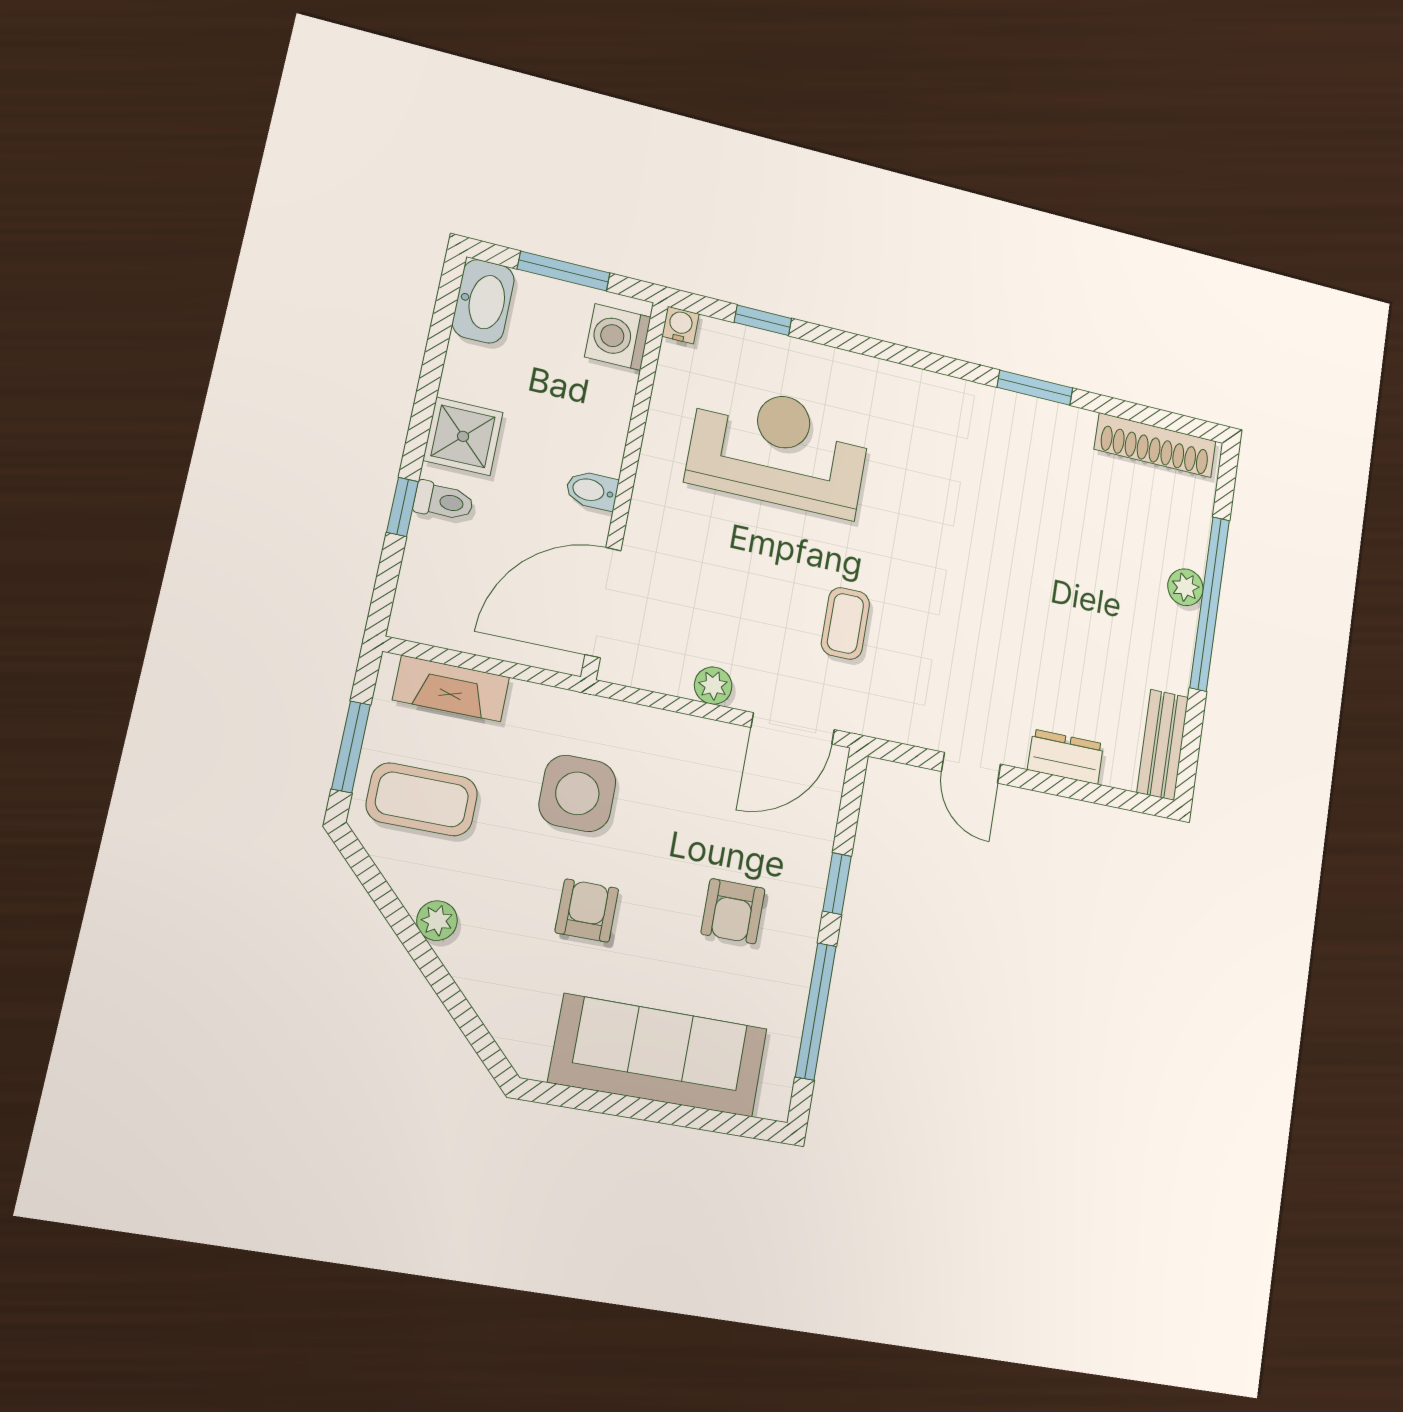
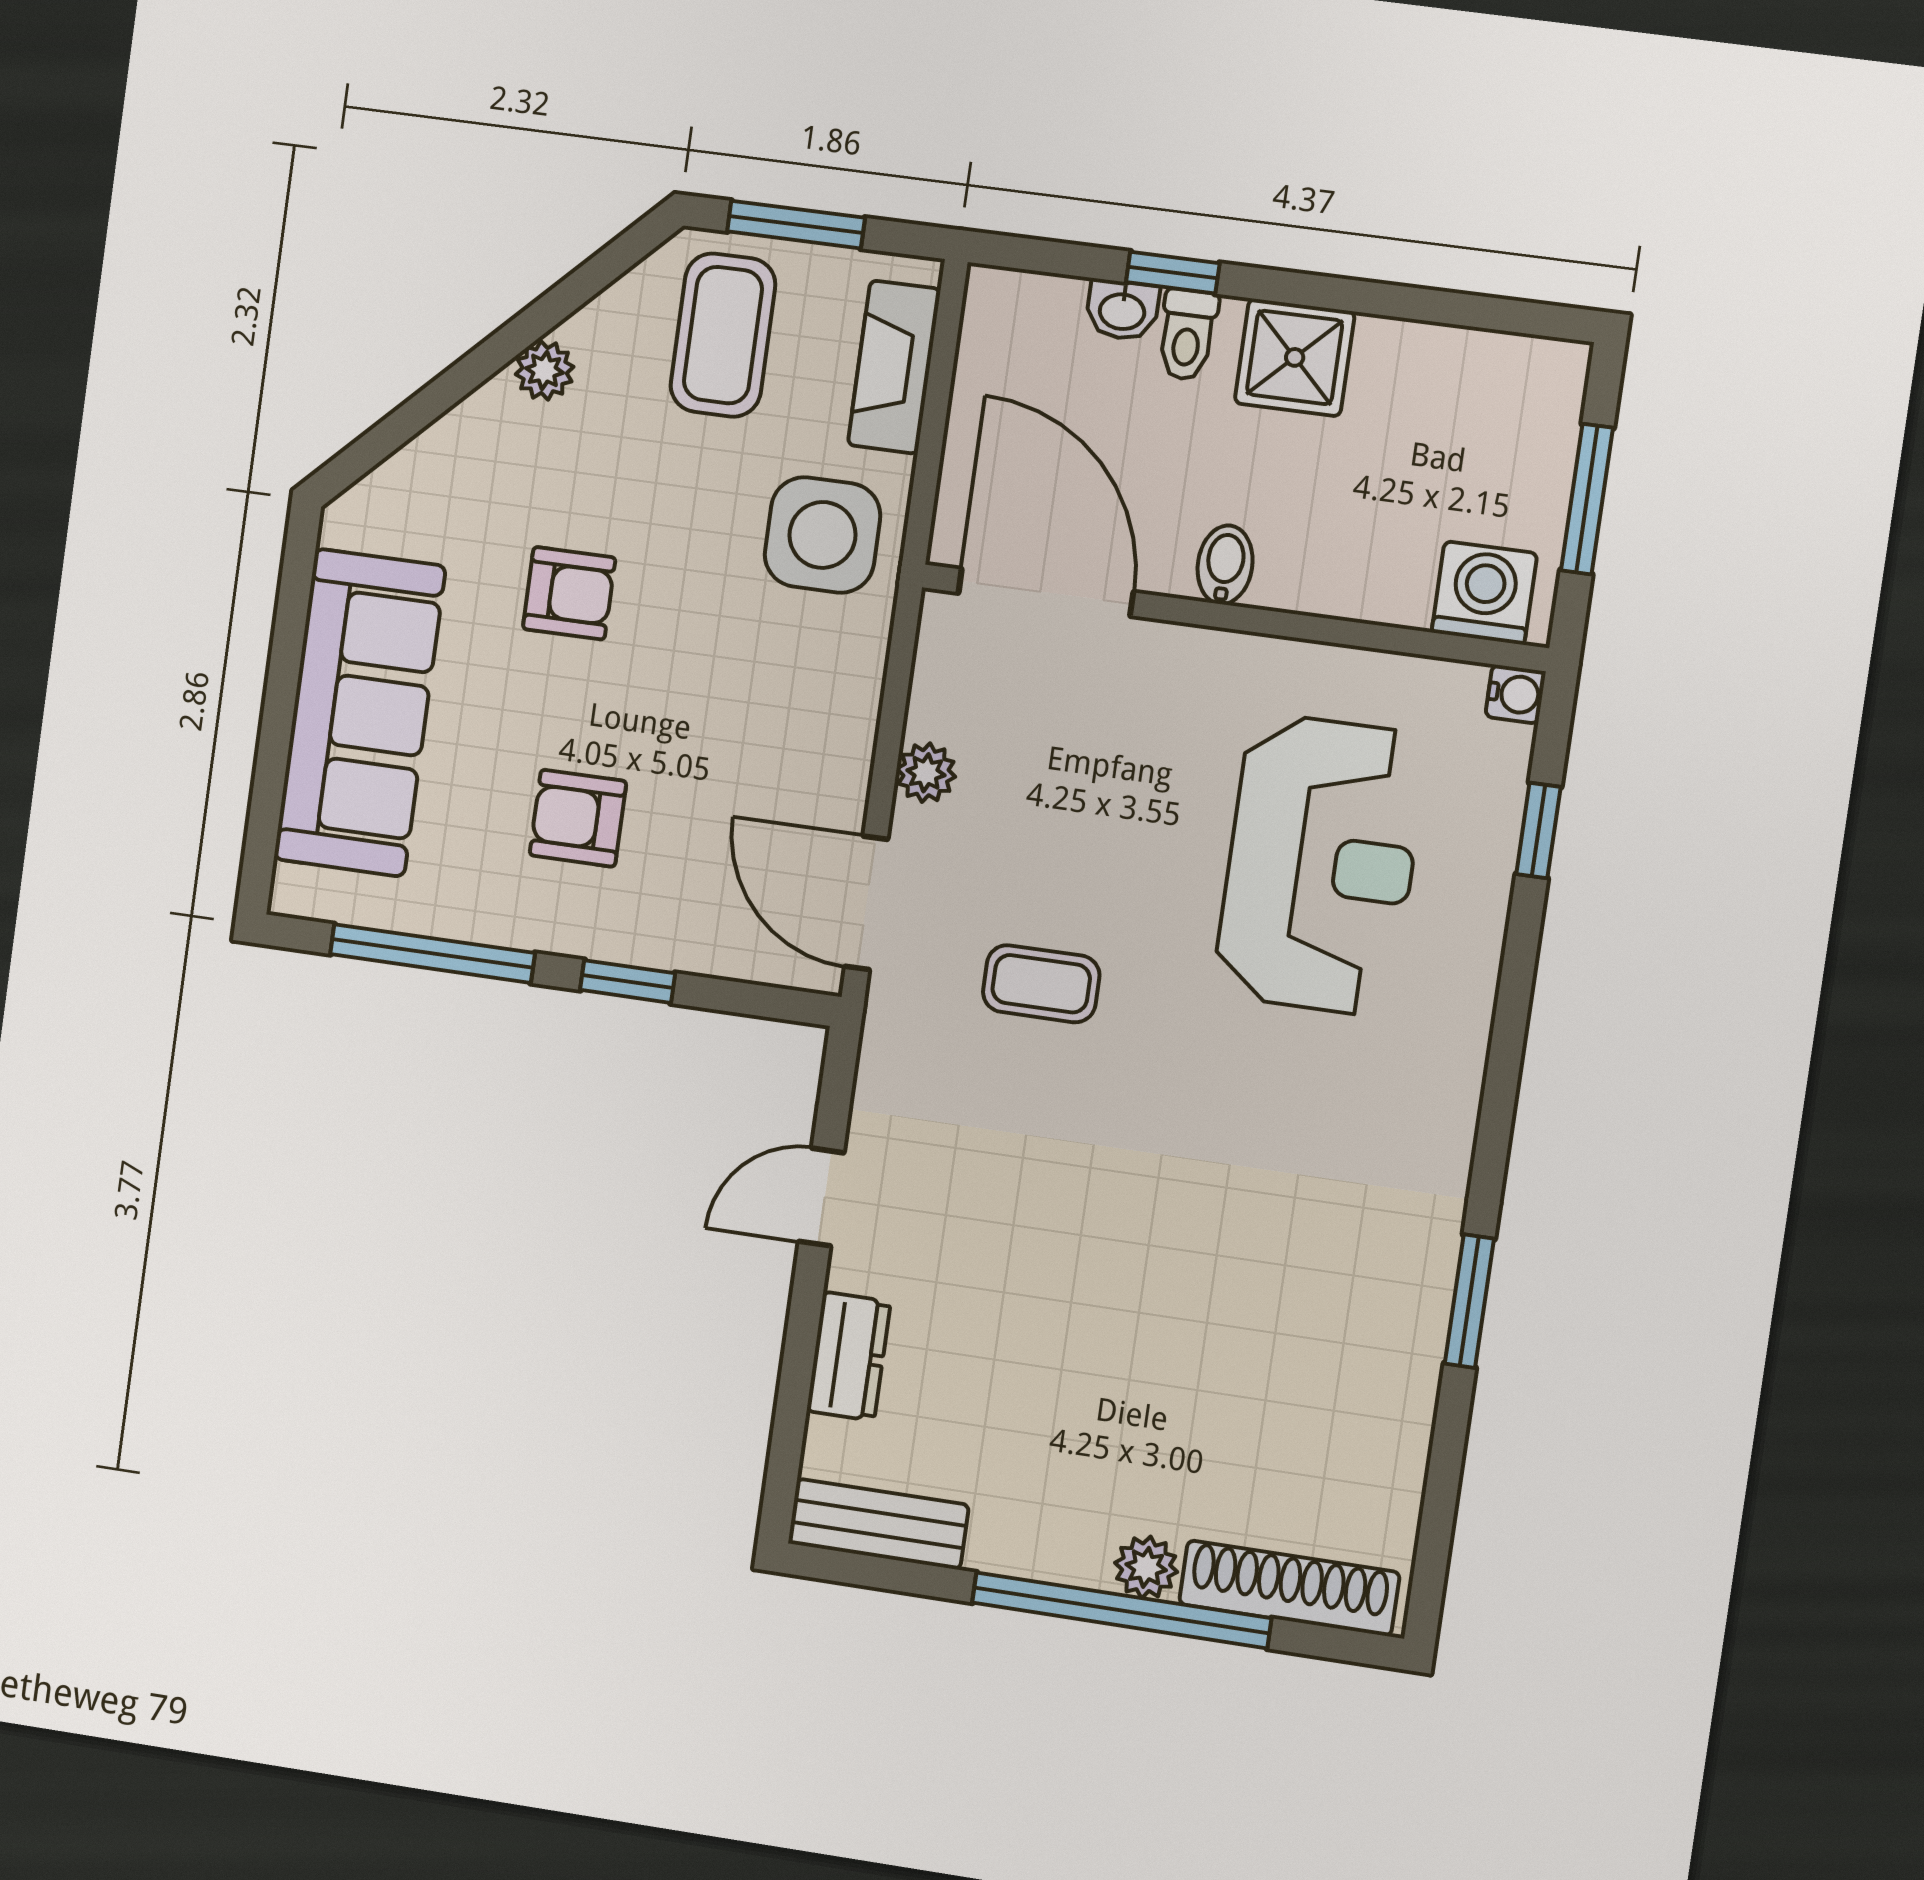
washbasin: (483, 301) -> (1122, 310), moved, width x0.52, depth x0.69
shoe rack: (1155, 445) -> (1289, 1588), moved, turned 90
side table: (577, 793) -> (823, 535), moved

